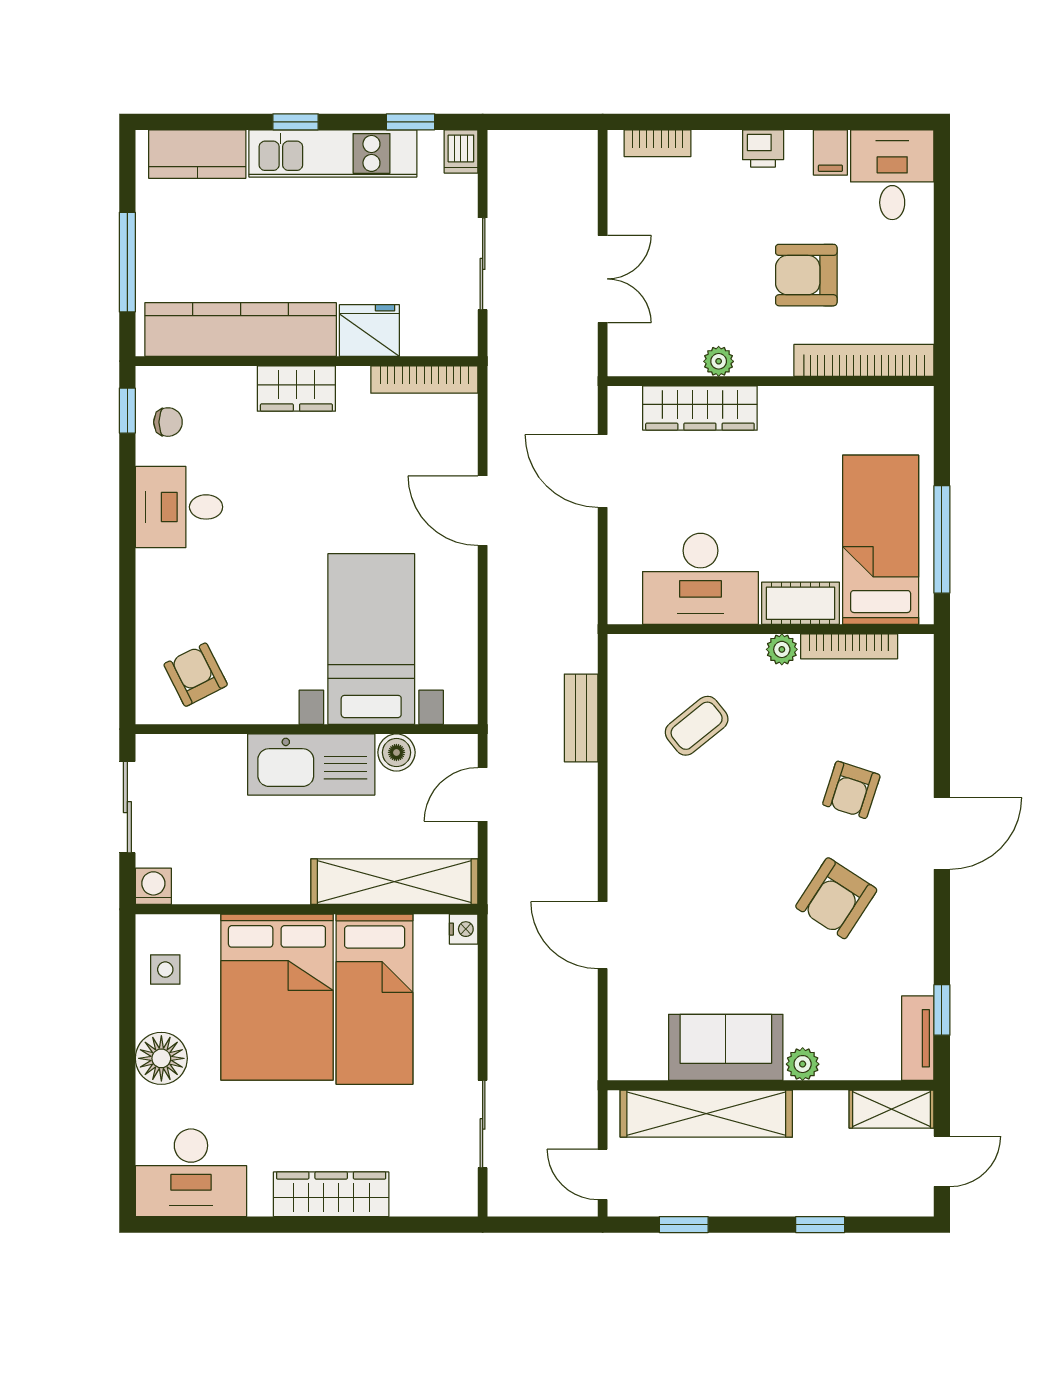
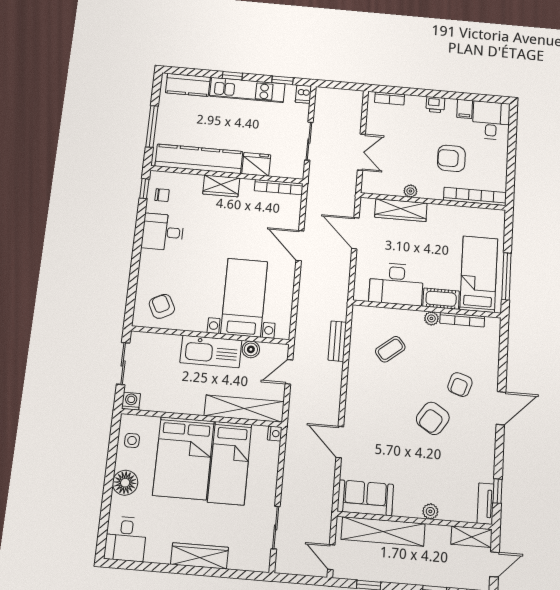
armchair: (836, 898) -> (433, 418), moved
sofa: (726, 1047) -> (365, 498), moved
desk: (191, 1173) -> (126, 539), width x0.73

